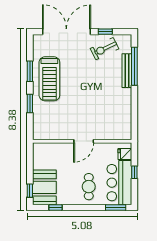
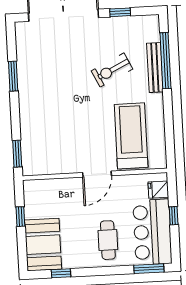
exercise bike: (105, 49) -> (112, 70), moved
treadmill: (49, 79) -> (131, 136), moved, turned 180
window: (30, 103) -> (17, 154), moved
window: (30, 191) -> (20, 217), moved

